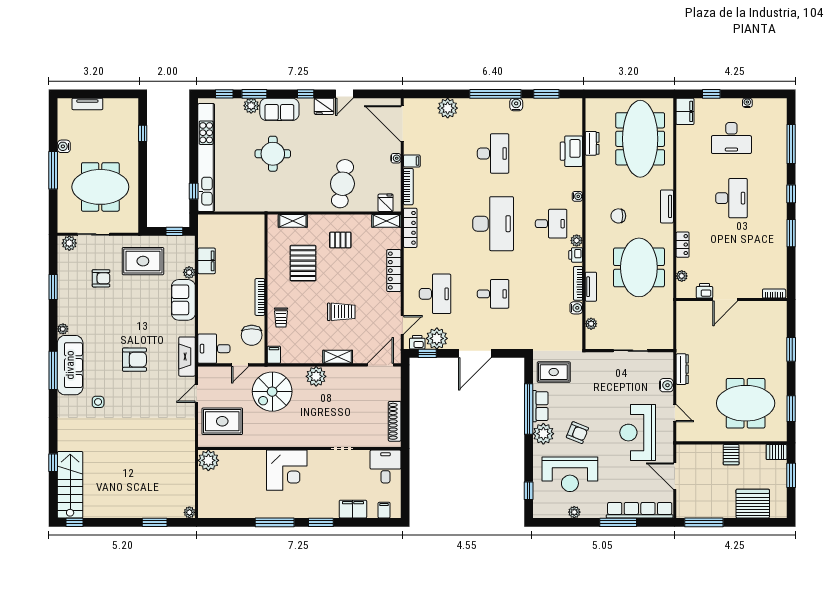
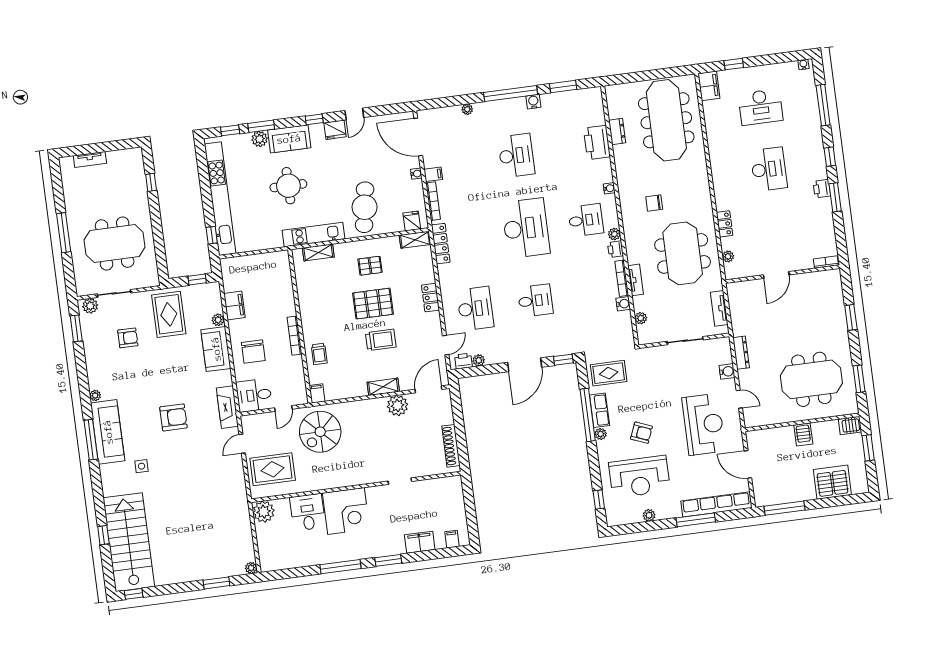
water cooler: (747, 103) -> (803, 64), moved
plant: (448, 108) -> (467, 109), width x0.53, depth x0.53
water cooler: (64, 146) -> (71, 207), removed
kitchen unit: (290, 203) -> (313, 235), added
tv unit: (667, 206) -> (719, 308), moved
rug: (143, 261) -> (169, 314), turned 90
pallet: (303, 263) -> (373, 304), moved, turned 90
locker: (394, 271) -> (431, 298), width x0.66
window: (53, 287) -> (76, 328), moved
printer: (704, 291) -> (822, 189), moved, turned -90
chair: (252, 335) -> (253, 352), moved
plant: (437, 338) -> (479, 360), width x0.53, depth x0.53
window: (427, 353) -> (563, 360), moved
plant: (316, 376) -> (398, 406), moved
reception desk: (638, 433) -> (704, 424), turned 180
plant: (543, 434) -> (601, 434), width x0.53, depth x0.53
desk: (385, 467) -> (308, 512), moved
stairs: (70, 485) -> (129, 542), width x1.36, depth x1.51

